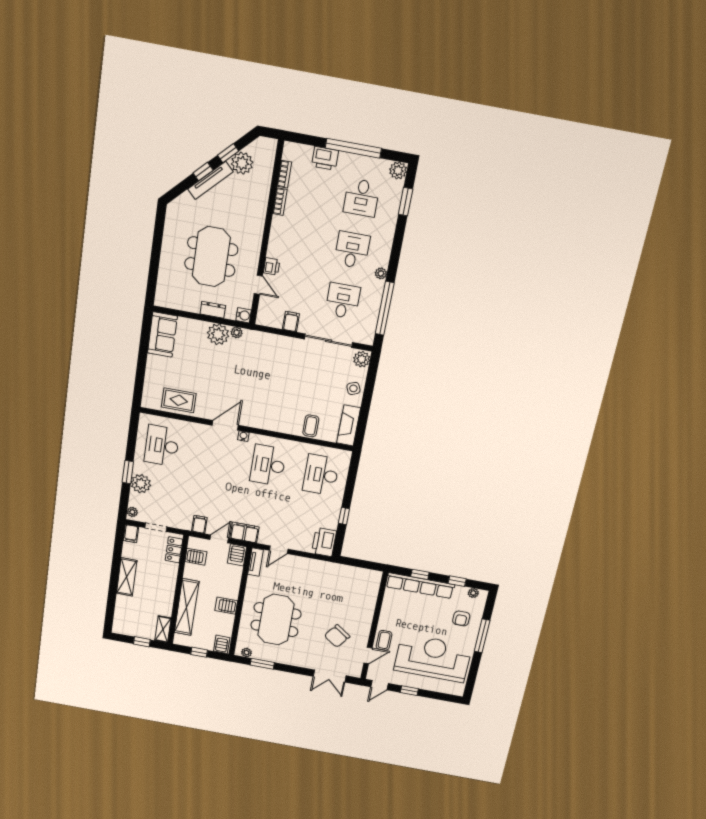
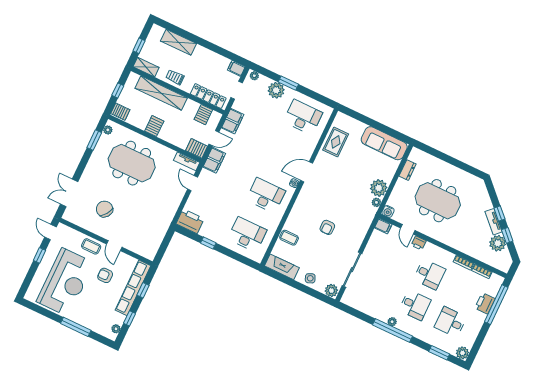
window: (353, 148) -> (496, 305), moved
tv unit: (210, 180) -> (494, 222), width x0.71
door: (258, 285) -> (408, 229), hinge flipped
desk: (343, 301) -> (430, 274), moved
window: (385, 308) -> (392, 331), moved
dresser: (213, 310) -> (408, 170), moved
filing cabinet: (291, 322) -> (383, 226), moved
sofa: (162, 334) -> (384, 143), width x1.36
armchair: (285, 384) -> (327, 227), added
door: (225, 425) -> (306, 172), swing flipped
filing cabinet: (199, 524) -> (233, 121), width x2.00
door: (219, 539) -> (214, 138), hinge flipped
locker: (174, 550) -> (208, 96), width x1.53
shelving: (127, 577) -> (179, 42), moved
trolley: (164, 597) -> (175, 77), added
armchair: (461, 618) -> (105, 275), moved
door: (368, 655) -> (114, 246), moved

